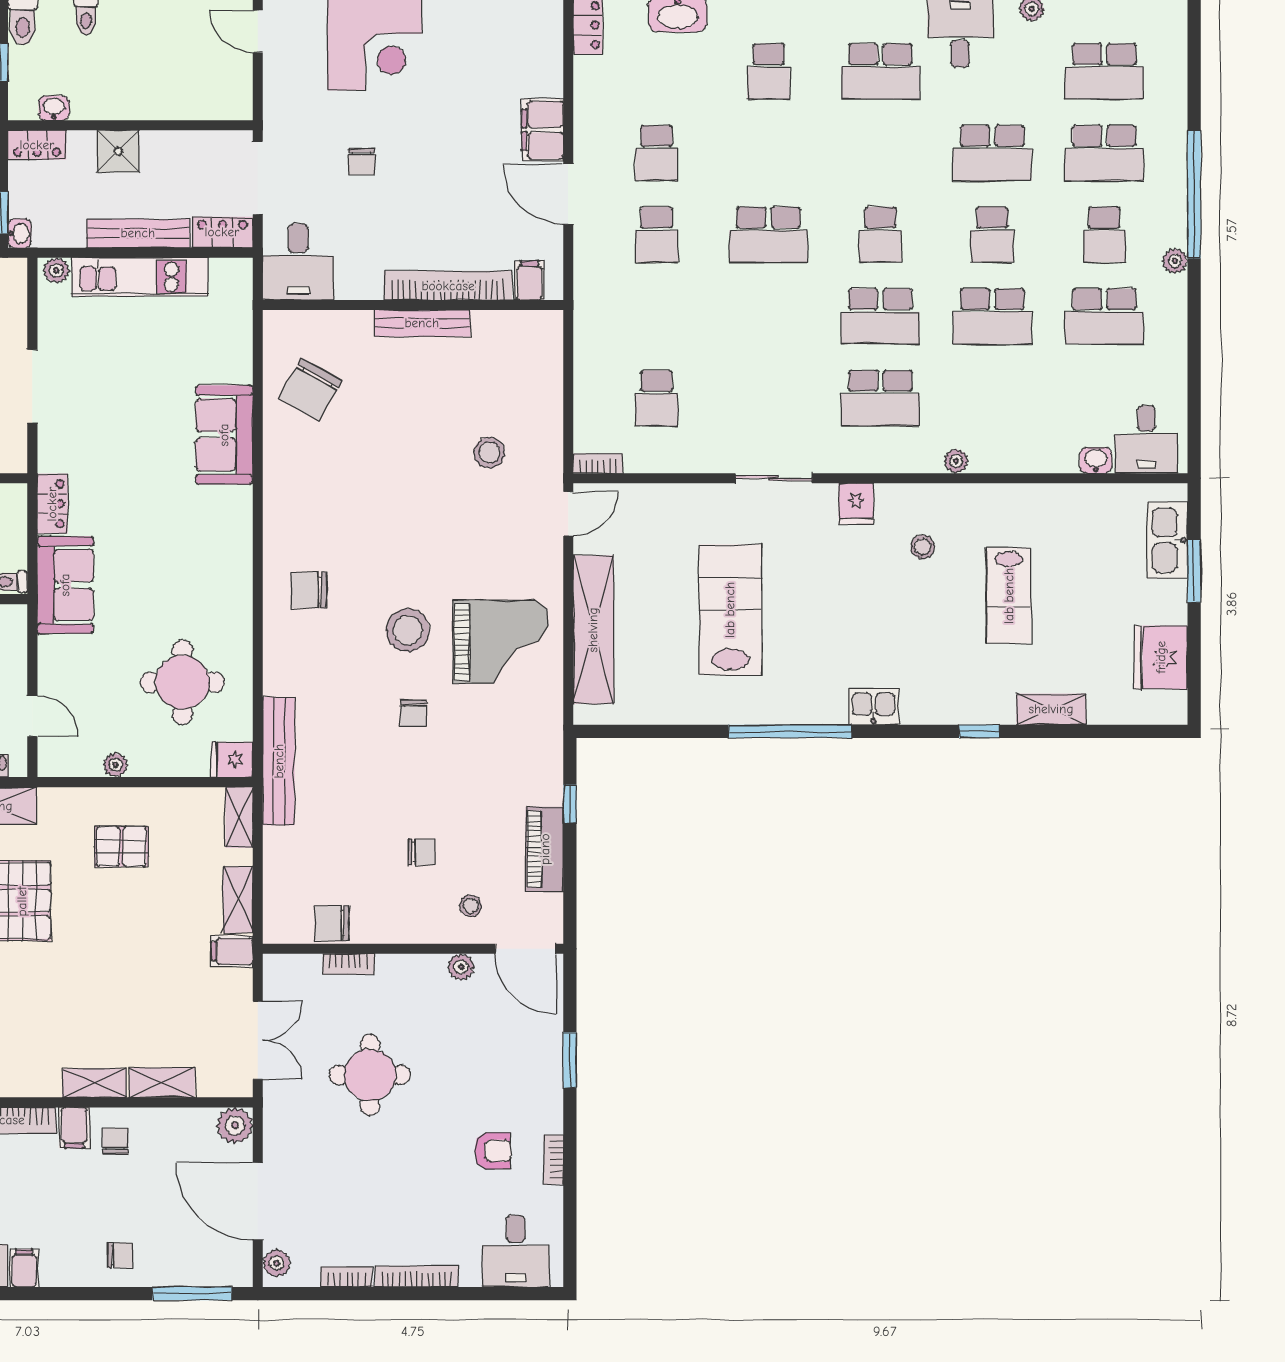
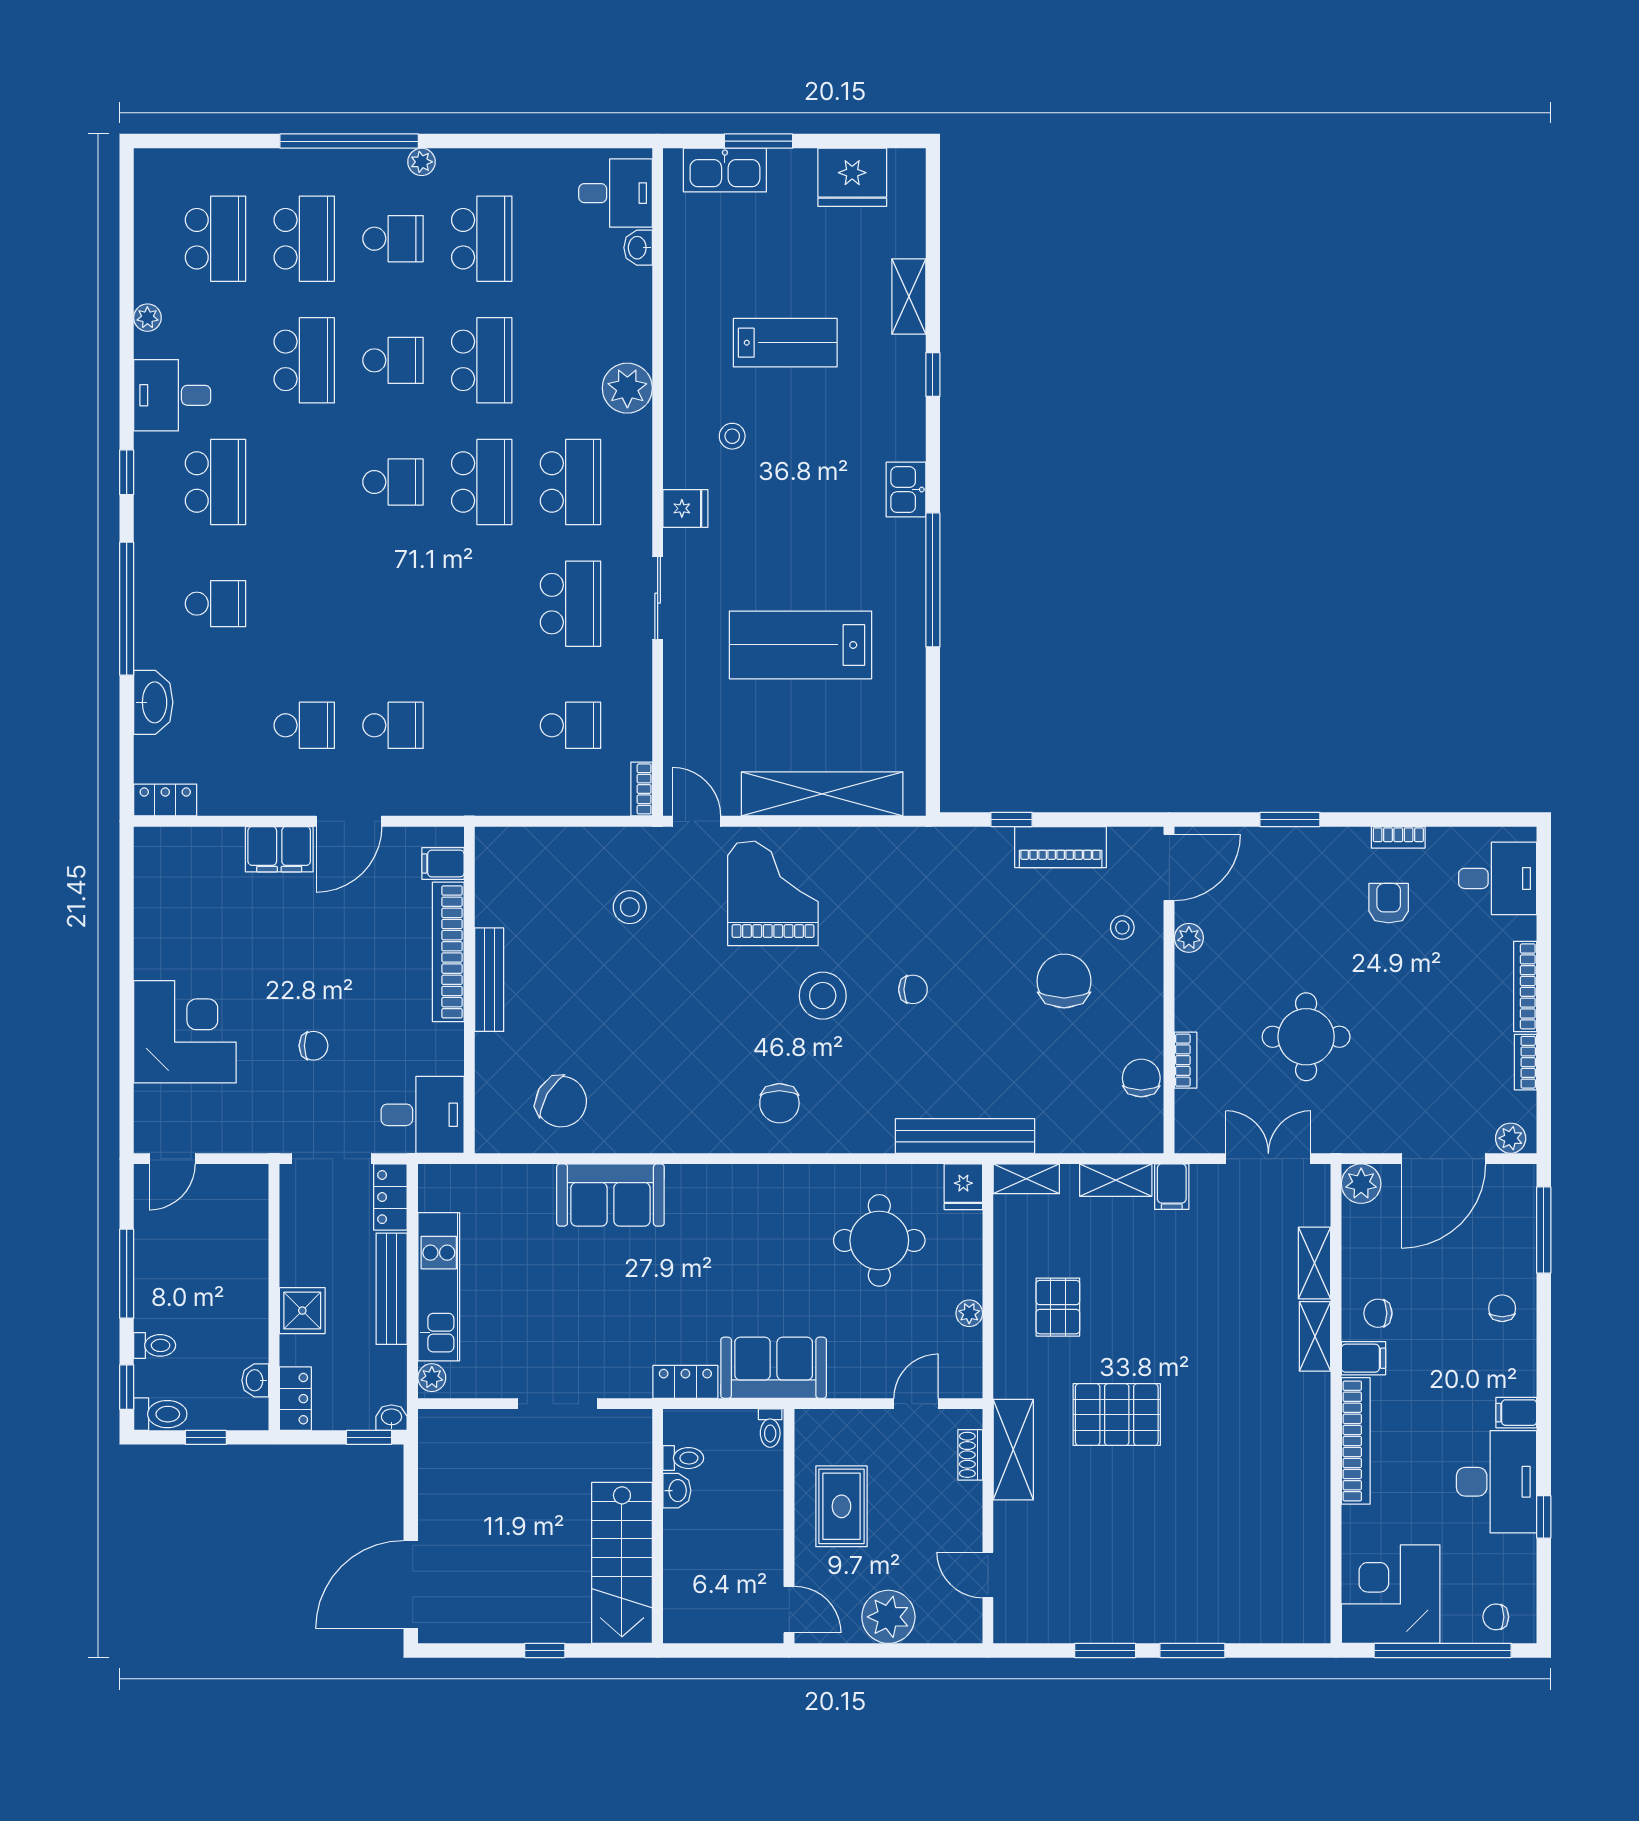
school desk: (768, 235) -> (571, 604), moved
plant: (956, 461) -> (627, 388), width x1.87, depth x1.87
grand piano: (500, 642) -> (773, 893), moved
chair: (421, 852) -> (1064, 981), width x1.87, depth x1.87
chair: (332, 923) -> (1141, 1078), turned 180

